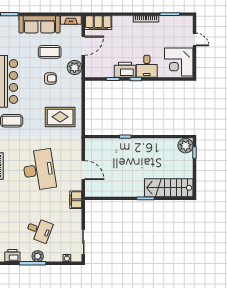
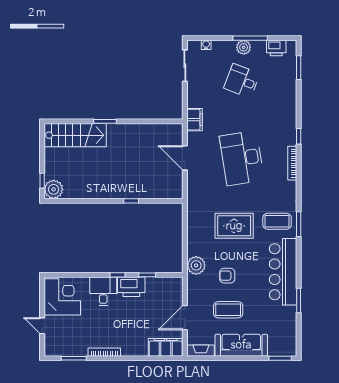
plant: (75, 67) -> (196, 265), moved
rug: (60, 117) -> (234, 226), moved

